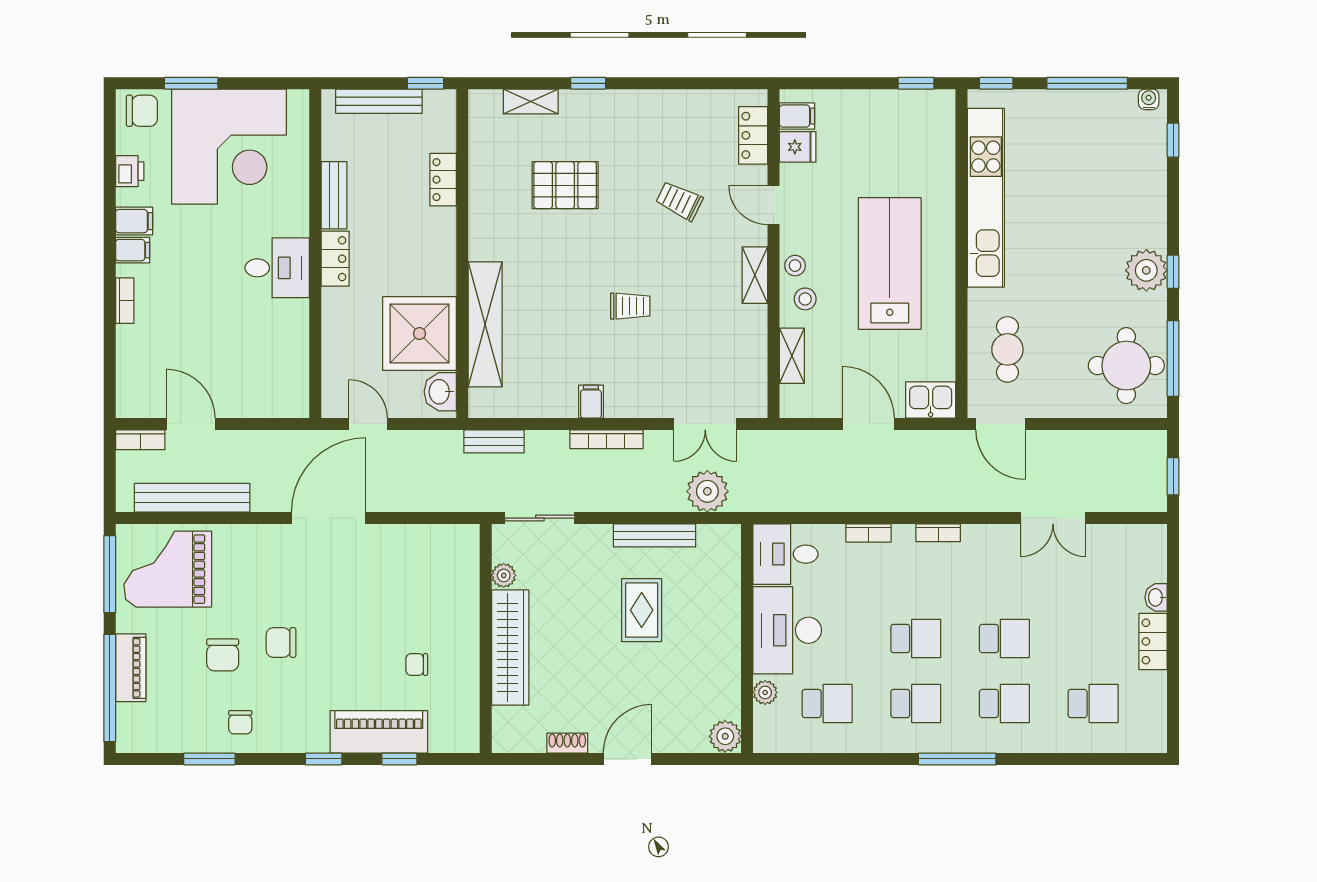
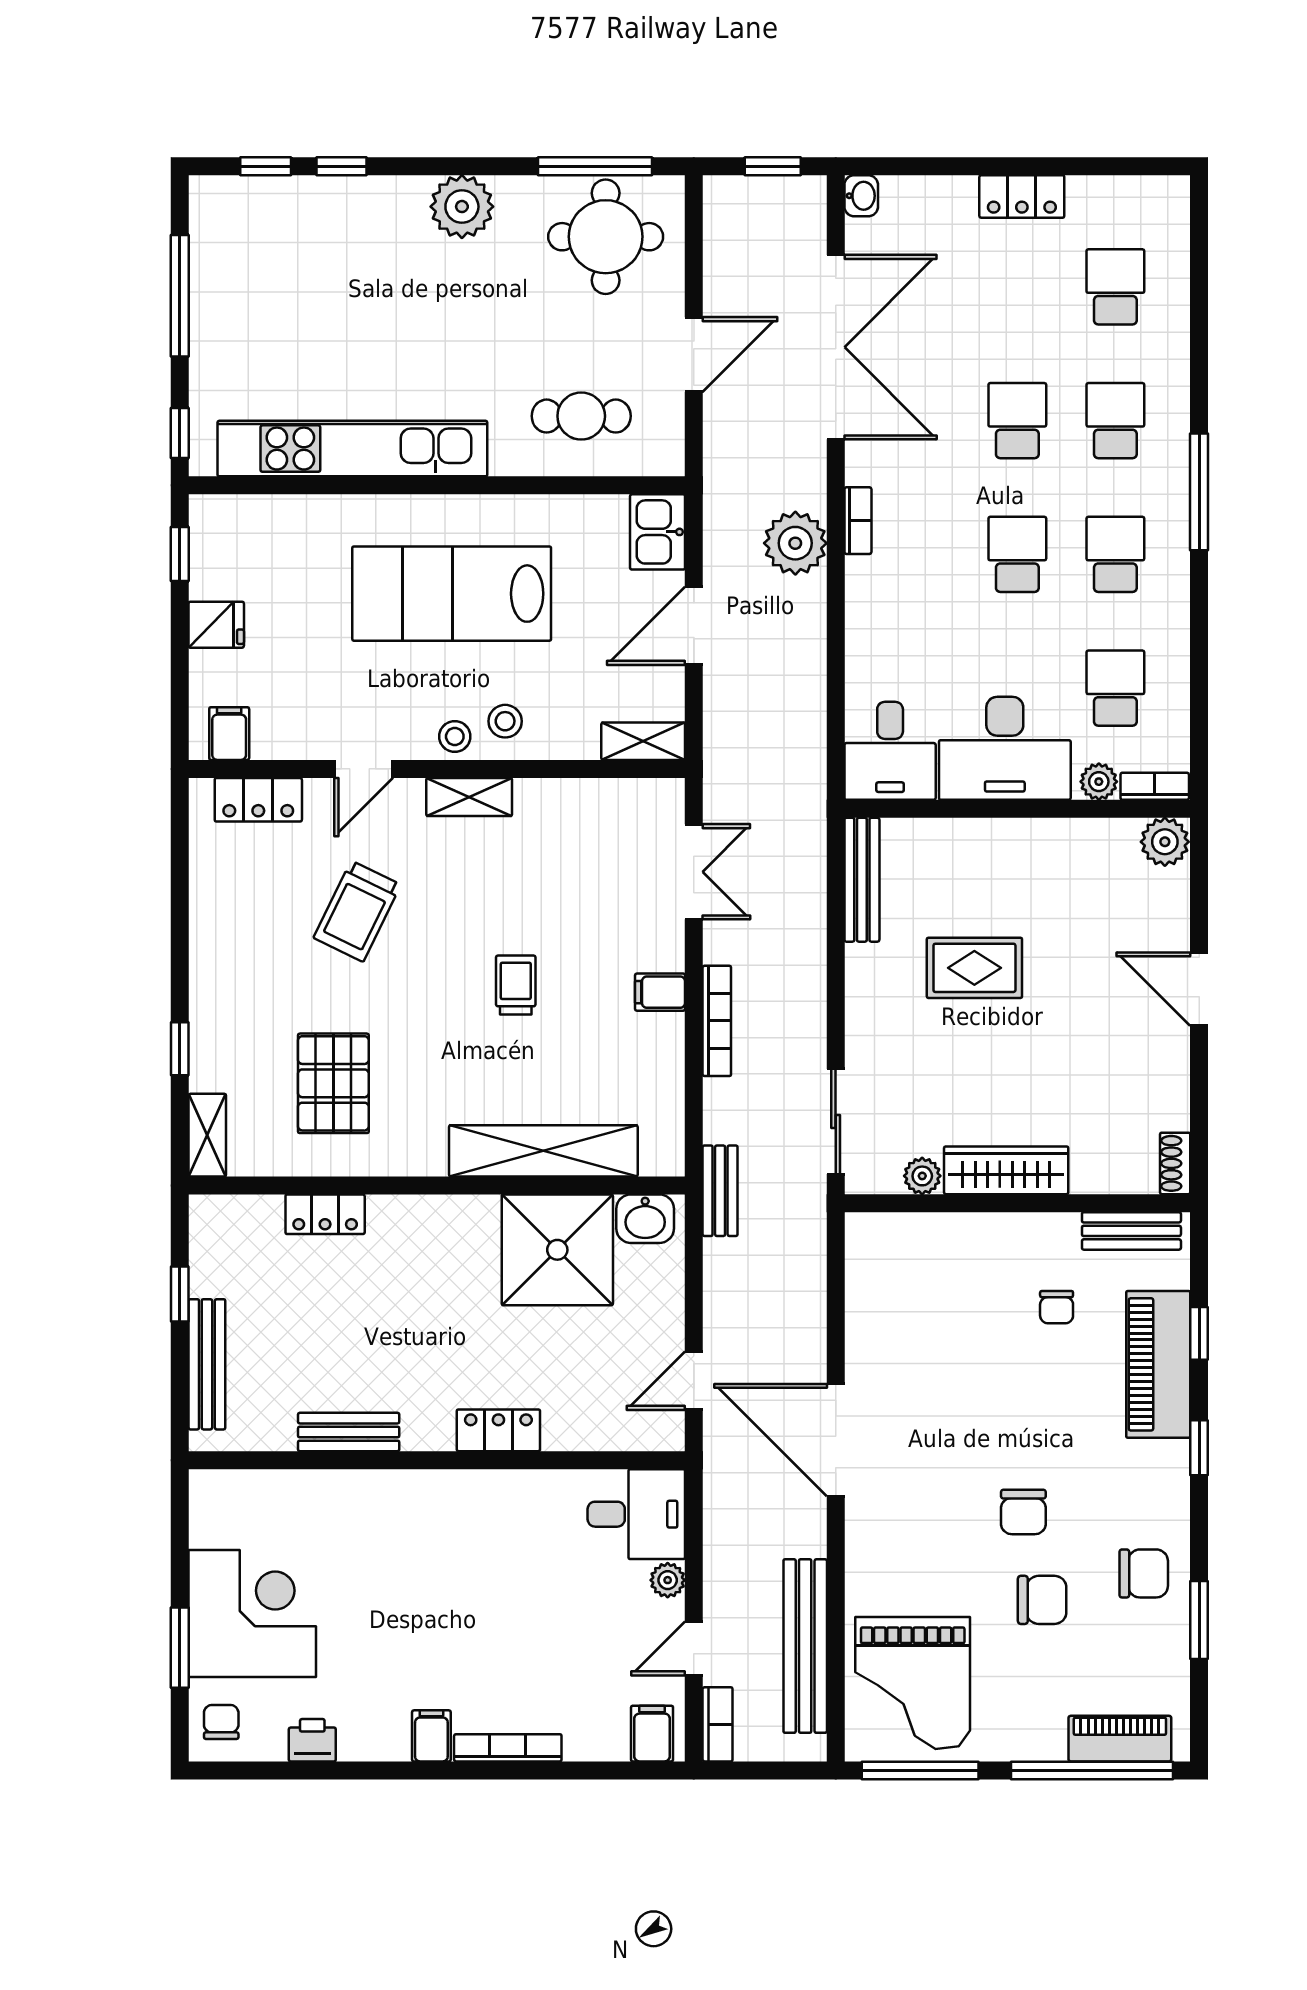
water cooler: (1149, 99) -> (204, 203), removed
chair: (142, 111) -> (221, 1722), width x0.73, depth x0.73
corner desk: (229, 147) -> (252, 1613), width x0.74, depth x0.74
fridge: (798, 147) -> (216, 625), moved, turned 90
locker: (443, 180) -> (325, 1214), moved
trolley: (679, 201) -> (357, 911), width x1.36, depth x1.39
filing cabinet: (134, 221) -> (652, 1734), moved
wall: (462, 254) -> (437, 1185), moved
locker: (335, 259) -> (498, 1430), moved
desk: (277, 268) -> (636, 1514), moved, turned 90
window: (1173, 272) -> (341, 166), moved
bookcase: (125, 301) -> (508, 1748), width x1.56
shelving: (485, 324) -> (543, 1151), moved
shower: (420, 334) -> (557, 1250), moved
shelving: (792, 356) -> (643, 741), moved
washbasin: (440, 392) -> (645, 1219), moved
filing cabinet: (591, 402) -> (660, 992), moved
plant: (236, 407) -> (668, 1580), added
door: (191, 424) -> (694, 1648), width x0.73
door: (1001, 424) -> (694, 355), moved
plant: (707, 491) -> (795, 543), moved
double door: (1053, 518) -> (836, 347), width x1.87
bookcase: (869, 533) -> (1155, 786), moved, turned -90
bench: (655, 535) -> (862, 880), moved
washbasin: (1156, 597) -> (861, 196), moved, turned -90
wardrobe: (510, 648) -> (1006, 1170), width x0.71, depth x0.85
piano: (131, 668) -> (1120, 1739), moved
bench: (467, 714) -> (1131, 1231), added
chair: (240, 722) -> (1144, 1573), width x1.37, depth x1.37
shoe rack: (567, 743) -> (1175, 1163), moved

